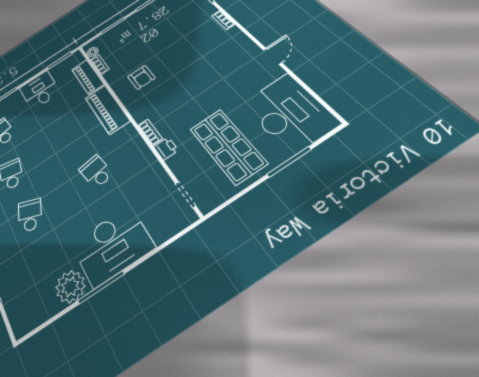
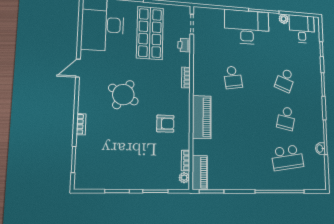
round table: (204, 69) -> (123, 95), added
piano: (88, 77) -> (200, 173), moved
armchair: (141, 77) -> (165, 124), turned 90
desk: (40, 90) -> (302, 29), moved, turned 180
printer: (166, 149) -> (184, 45), moved
plant: (70, 287) -> (284, 19), width x0.53, depth x0.53

